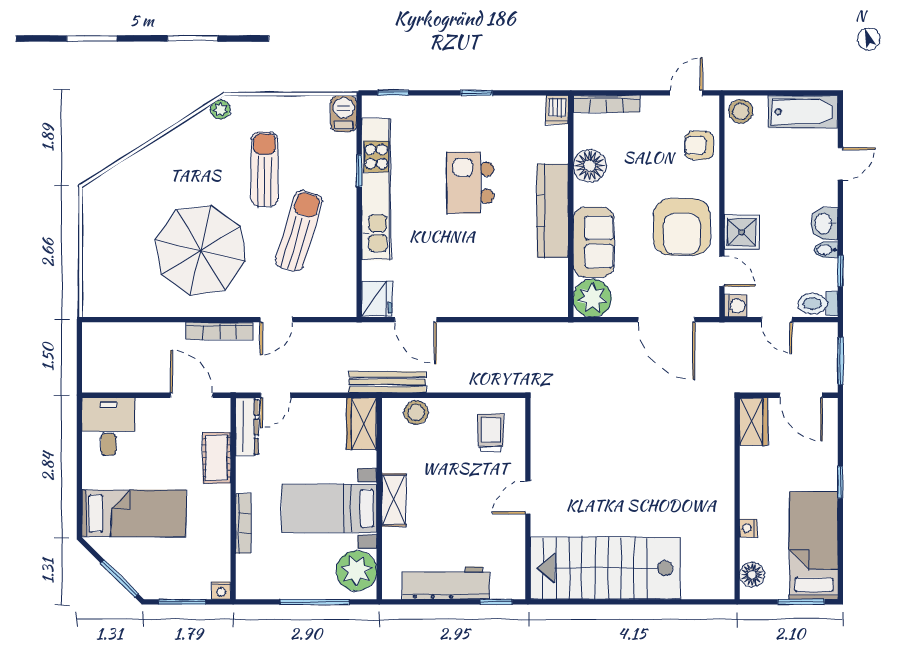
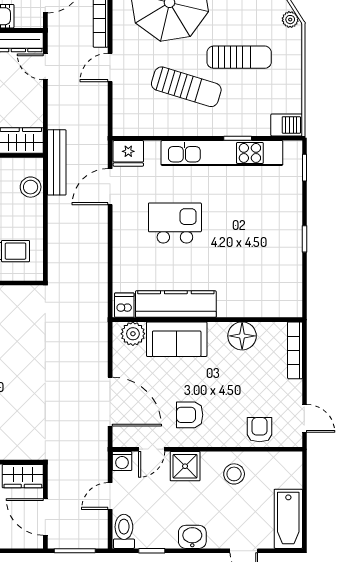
dishwasher: (557, 110) -> (124, 305), moved, turned 90
stool: (741, 111) -> (234, 474), moved
kitchen island: (470, 183) -> (175, 223), moved
kitchen counter: (553, 211) -> (176, 304), moved
armchair: (682, 227) -> (190, 415), width x0.53, depth x0.53
bidet: (826, 250) -> (170, 538), removed
plant: (592, 298) -> (133, 334), width x0.73, depth x0.73
door: (276, 320) -> (110, 67), hinge flipped
door: (666, 320) -> (110, 402), swing flipped
door: (801, 395) -> (45, 517), hinge flipped

